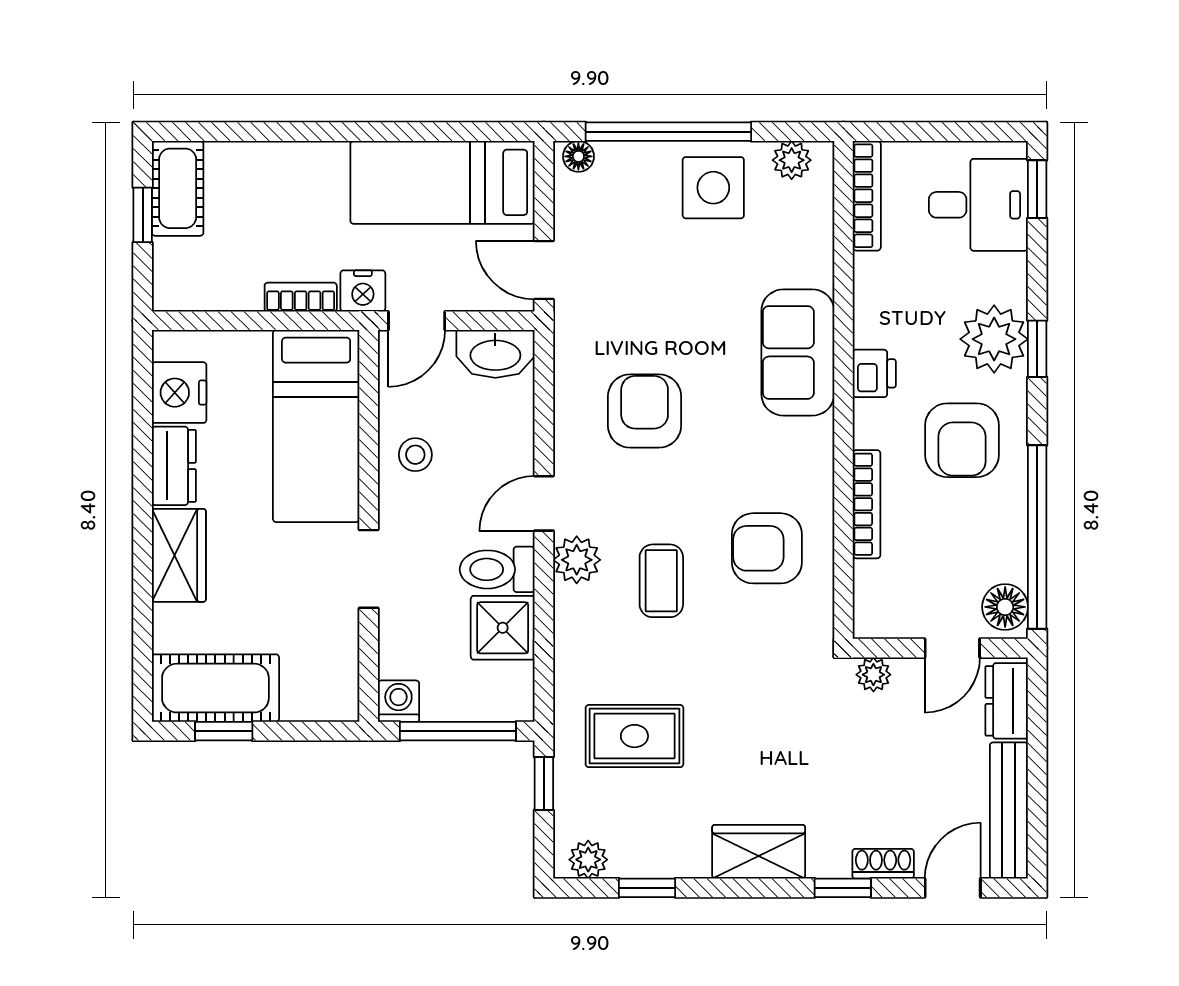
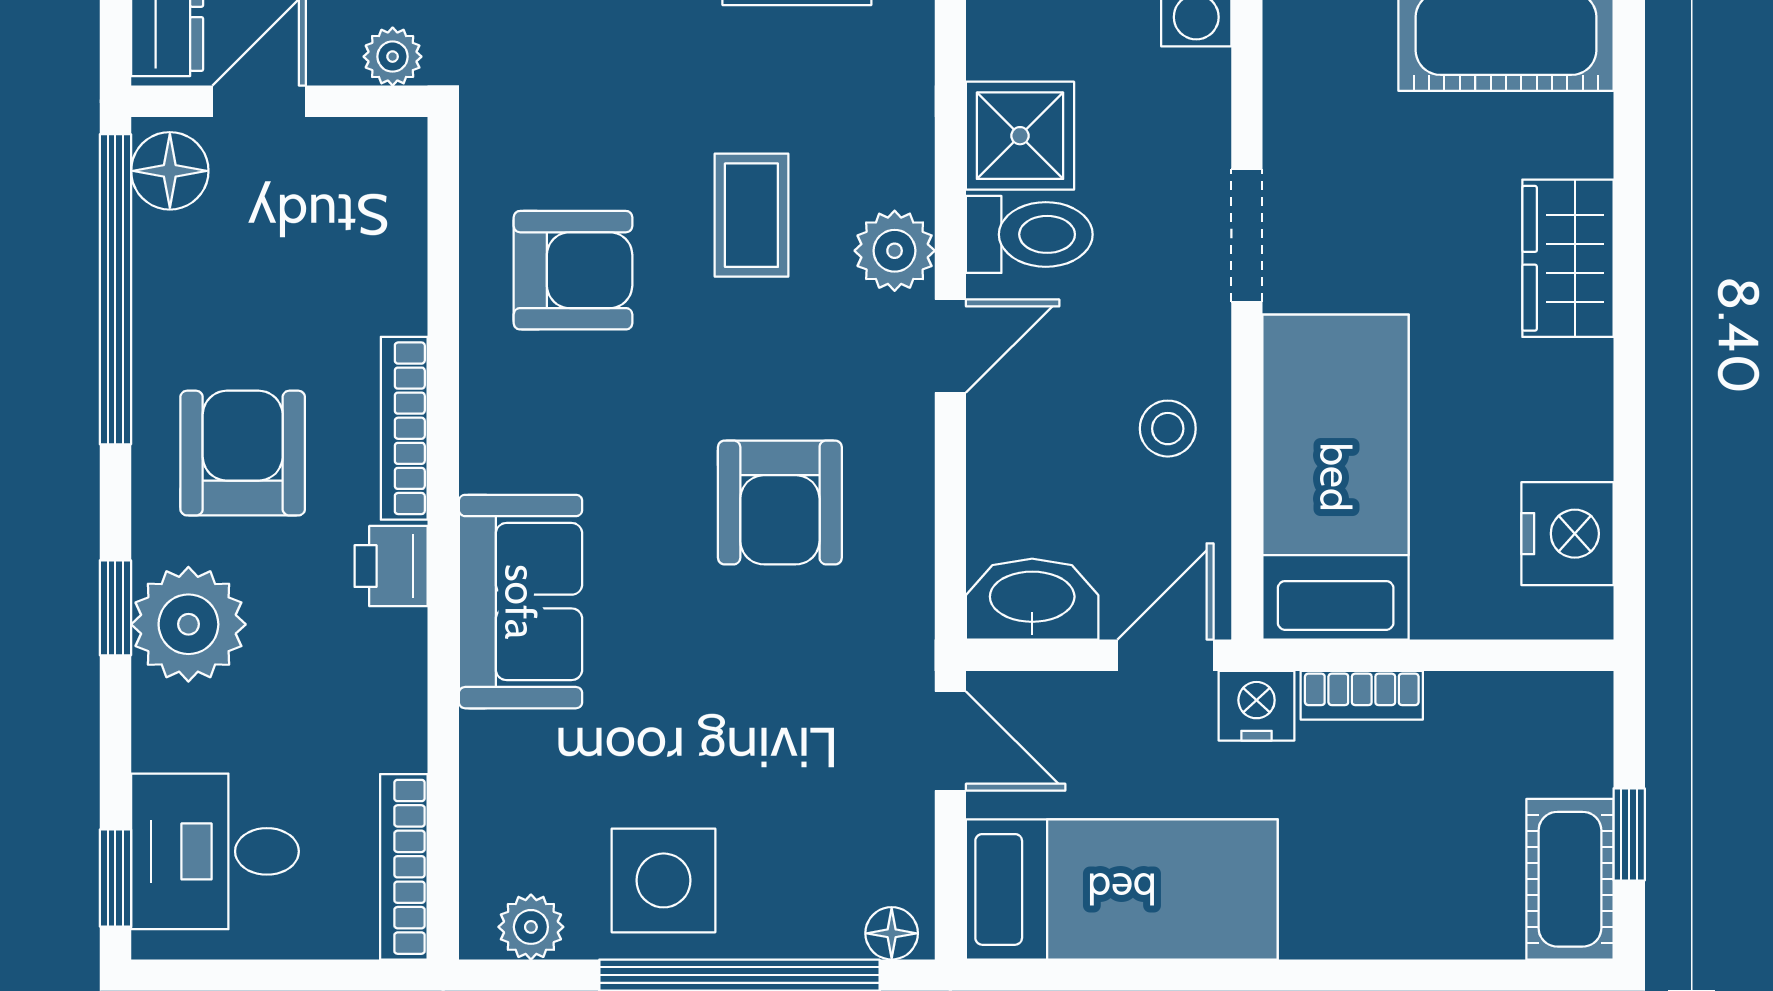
dresser: (174, 466) -> (1576, 410), removed
bookcase: (867, 504) -> (404, 428), moved

